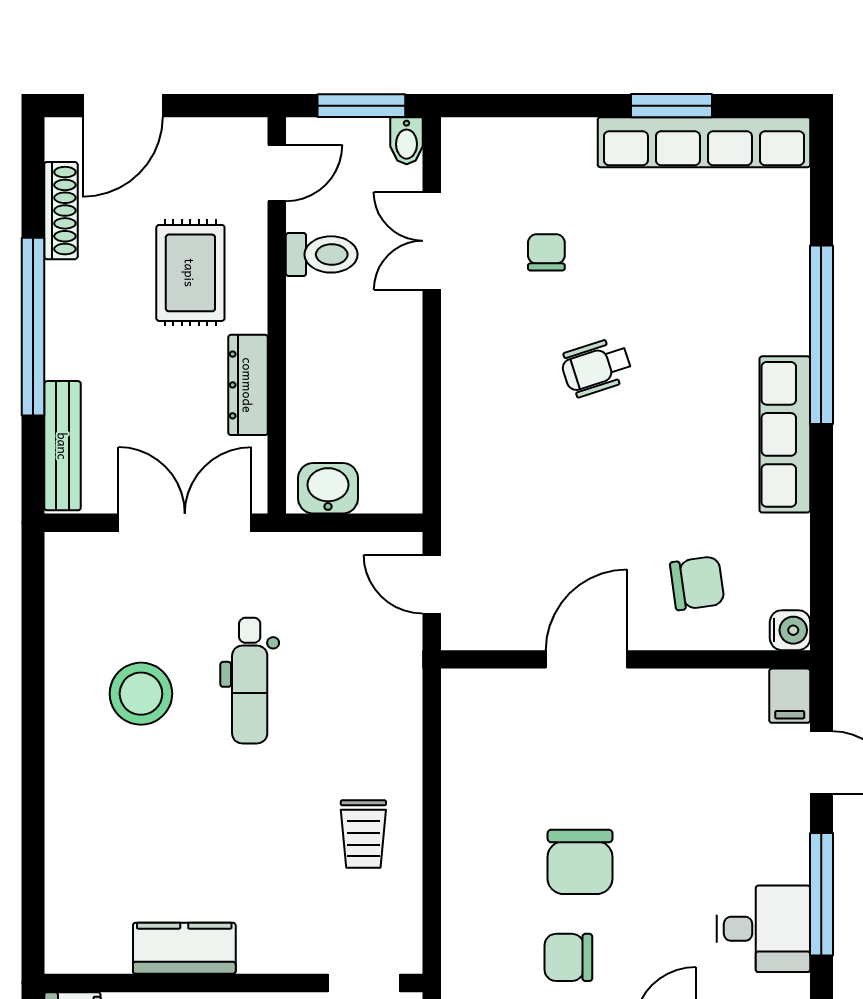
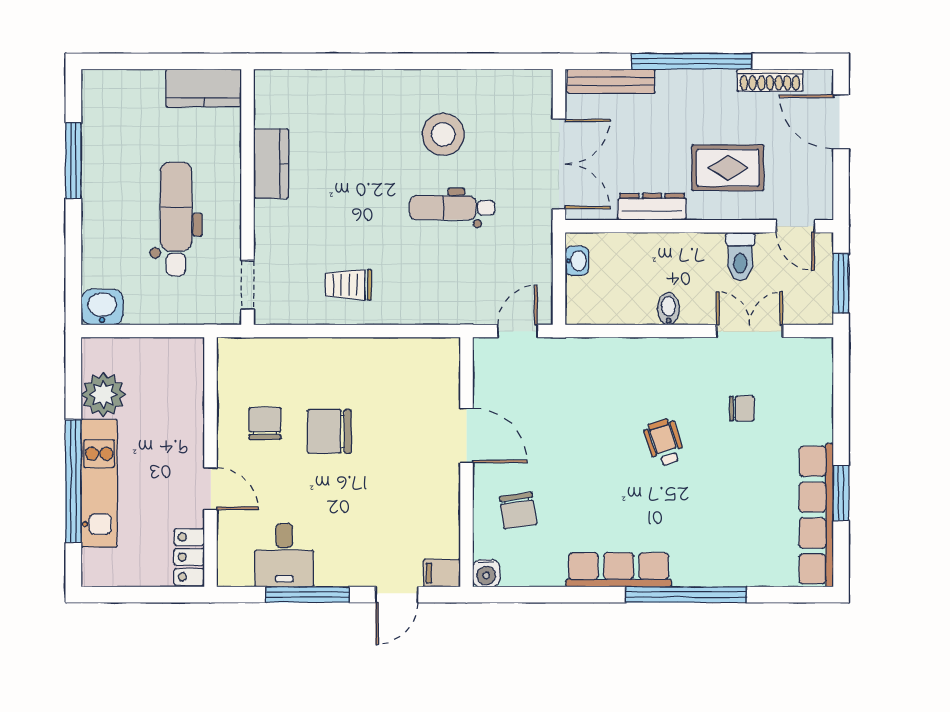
bidet: (407, 141) -> (668, 309), moved, turned 90
washbasin: (328, 488) -> (577, 261), width x0.72, depth x0.69

